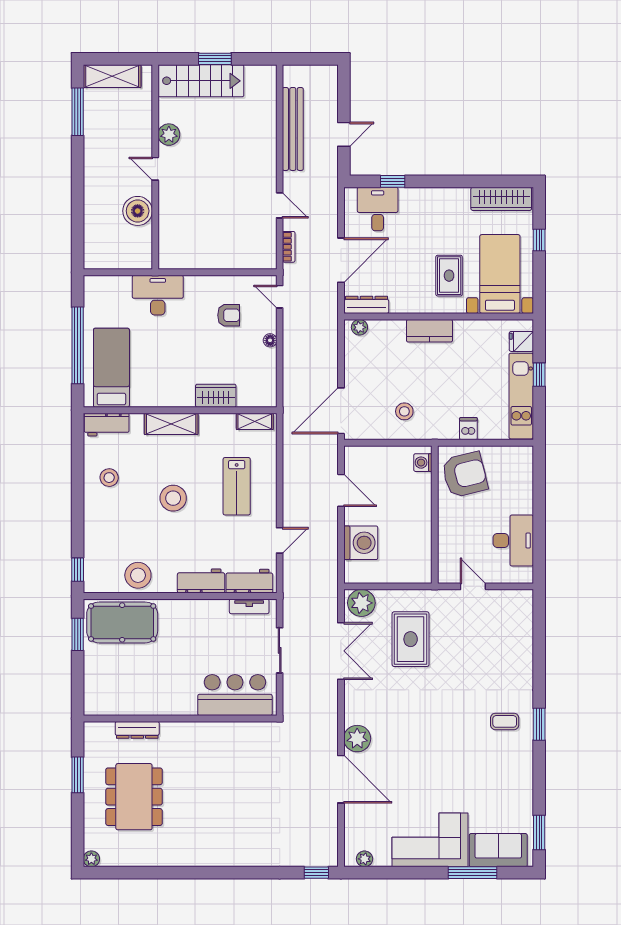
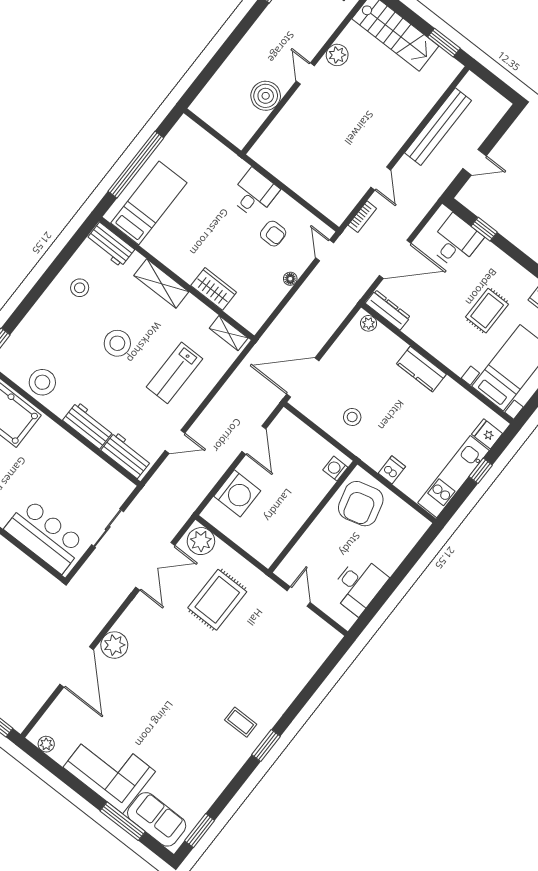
window: (215, 59) -> (444, 43), moved
rug: (449, 276) -> (487, 311), moved
desk: (158, 295) -> (254, 193), moved, width x0.73
armchair: (465, 475) -> (361, 504), turned 89
tv unit: (249, 606) -> (111, 475), removed

